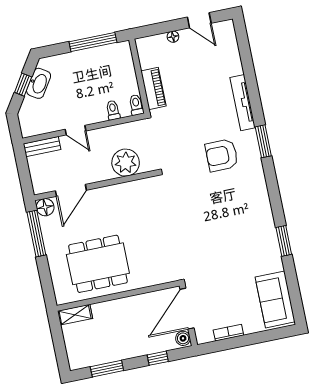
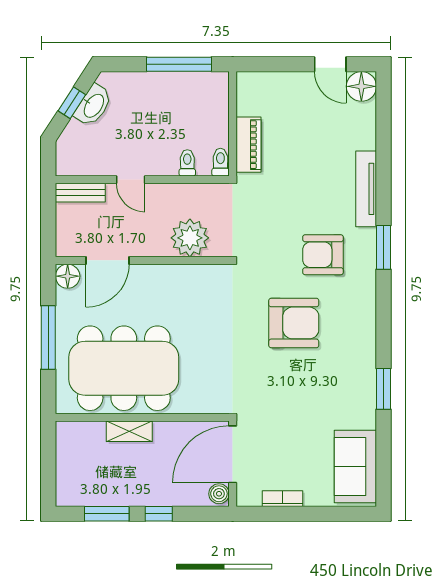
floor lamp: (173, 37) -> (361, 86), moved, width x1.89, depth x1.89
armchair: (211, 207) -> (294, 323), added
window: (36, 234) -> (48, 337), moved
dining table: (98, 264) -> (124, 368), width x1.36, depth x1.24
shelving: (75, 315) -> (129, 431), moved
window: (158, 358) -> (159, 514), moved

